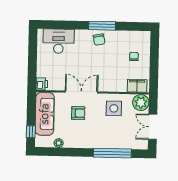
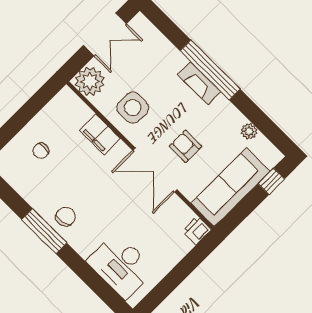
filing cabinet: (137, 86) -> (100, 134), moved
fireplace: (97, 143) -> (199, 83), added
window: (112, 153) -> (210, 70), moved

